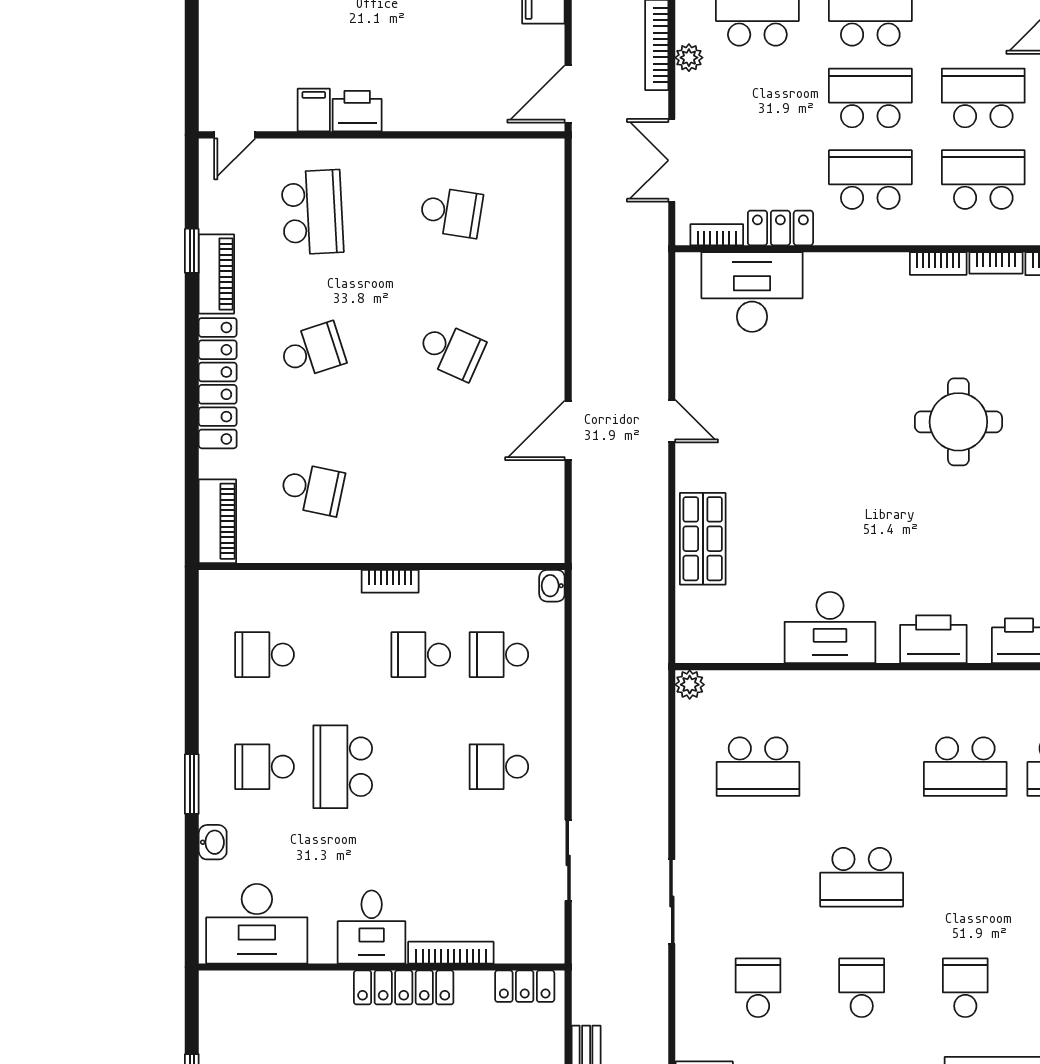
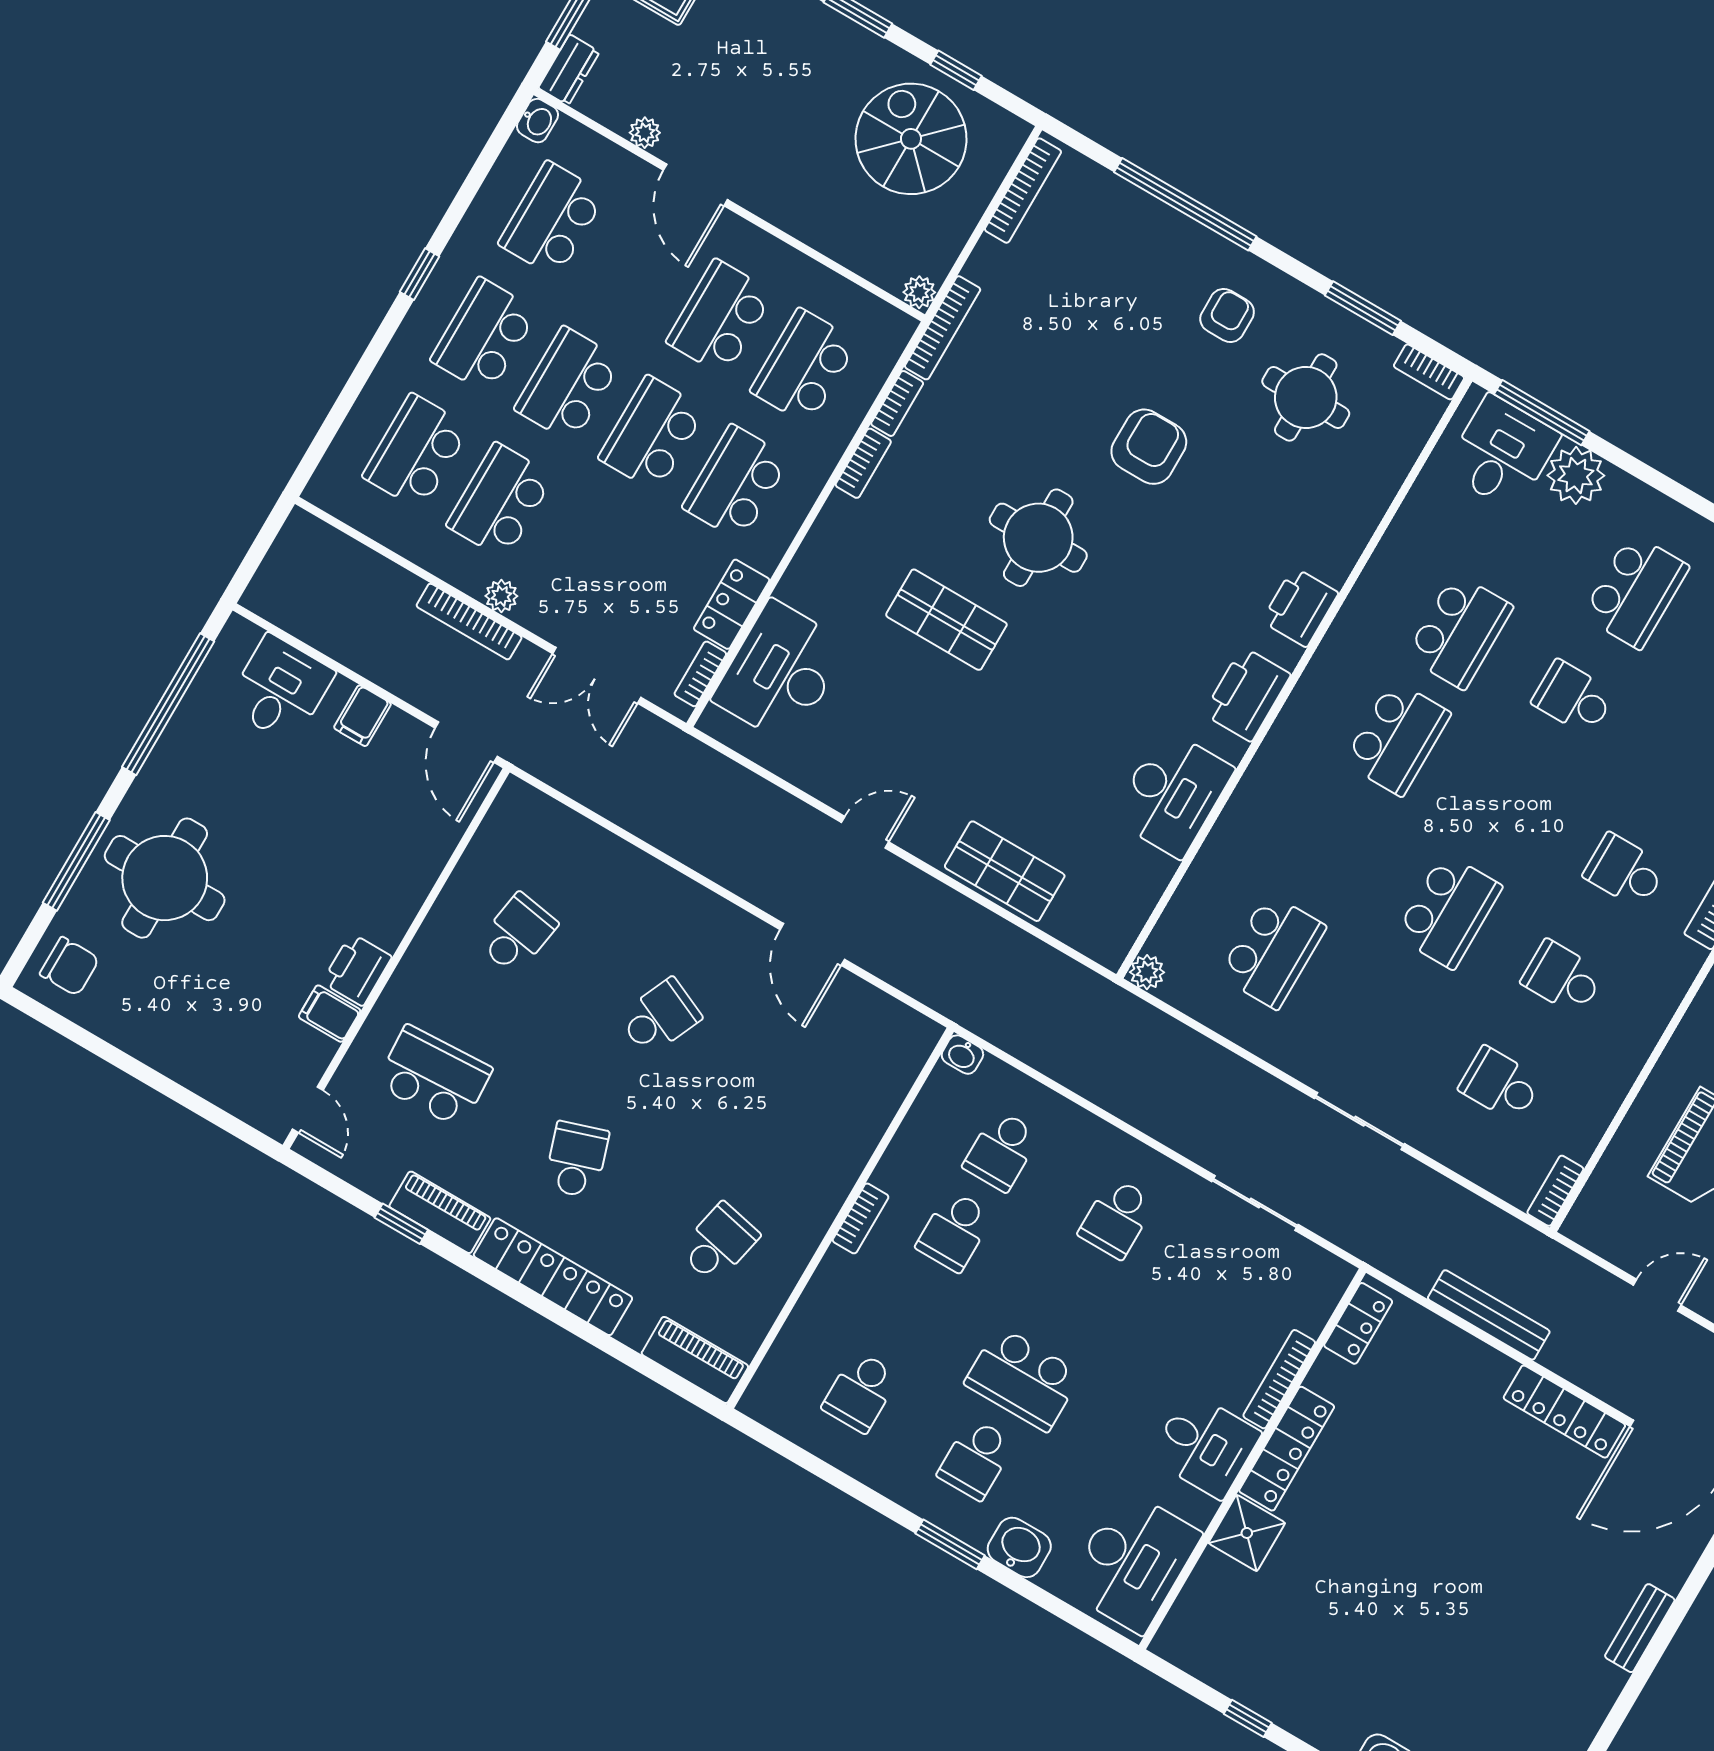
shop shelf: (860, 390) -> (946, 620), added
washbasin: (213, 842) -> (1019, 1547), width x1.38, depth x1.45
shower: (326, 994) -> (1247, 1533), added

